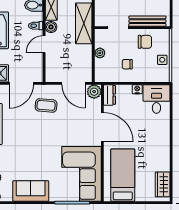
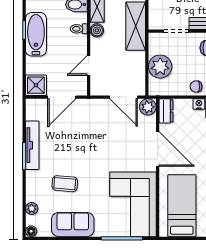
door: (44, 44) -> (89, 66), moved
plant: (100, 53) -> (160, 67), width x1.88, depth x1.88
chair: (127, 64) -> (196, 87), moved
coffee table: (46, 105) -> (65, 184), moved

